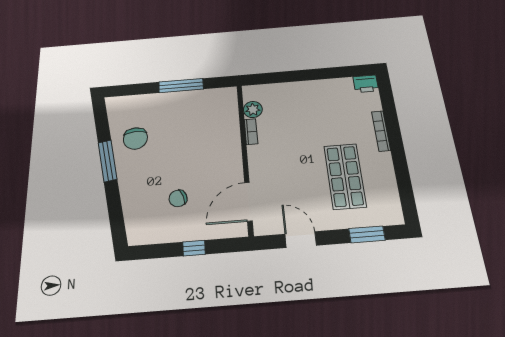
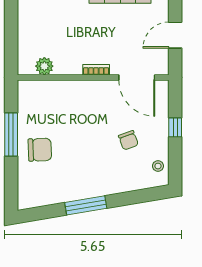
bookcase: (251, 132) -> (96, 70), moved
chair: (135, 138) -> (40, 150), moved
stool: (150, 232) -> (158, 166), added

